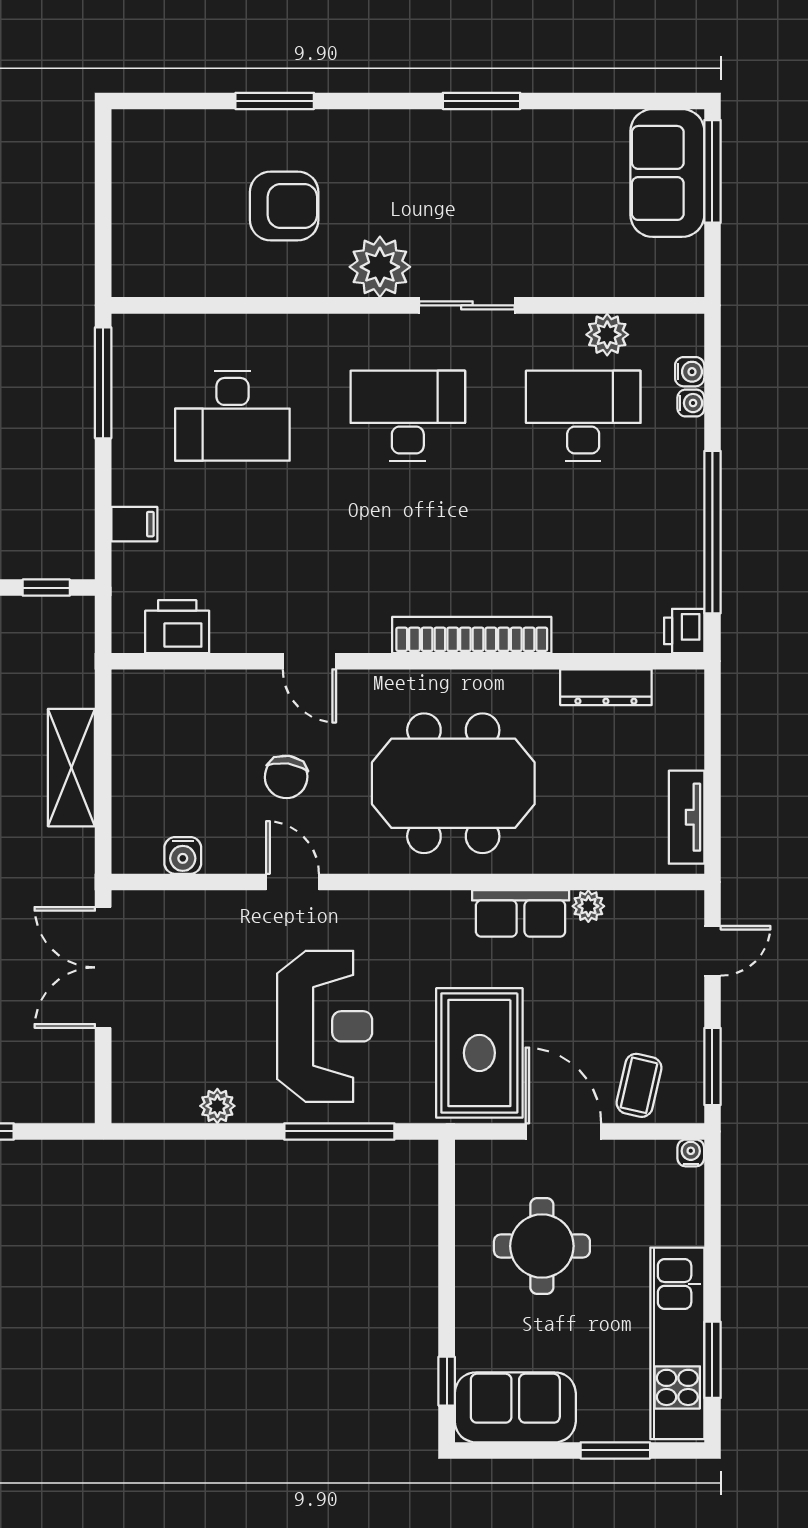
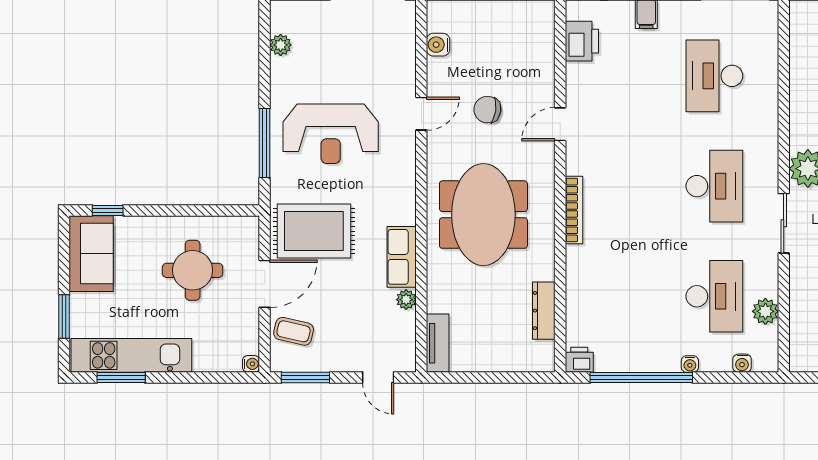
water cooler: (691, 403) -> (690, 364), moved
bookcase: (472, 635) -> (574, 210), width x0.68, depth x0.76
tv unit: (687, 817) -> (438, 343), moved, turned 90
plant: (217, 1106) -> (281, 45), moved

